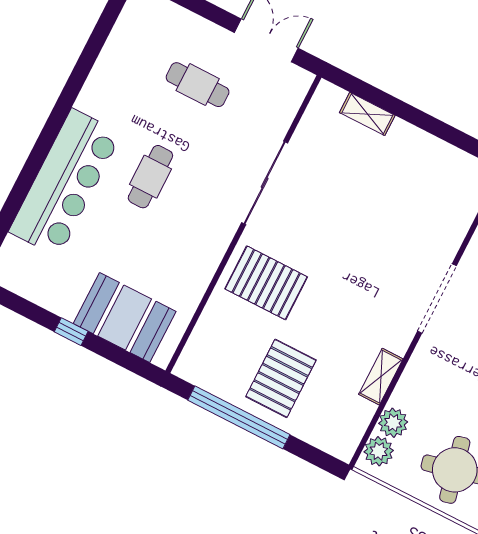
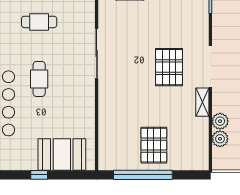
pallet: (266, 283) -> (169, 67), moved, turned 90
shelving: (381, 377) -> (202, 102), moved
plant: (379, 451) -> (220, 121), moved

